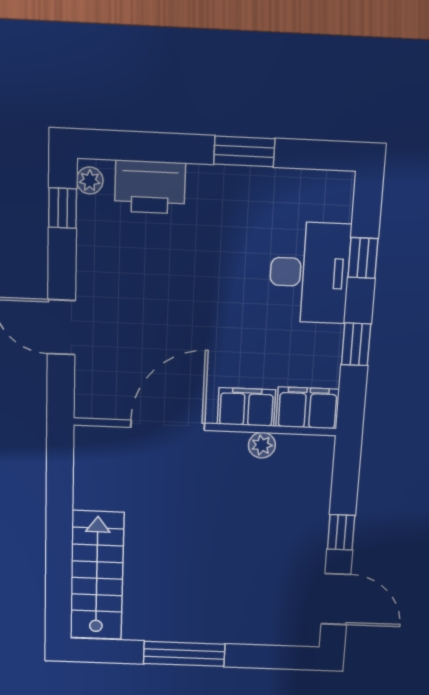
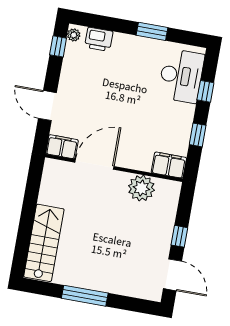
printer: (150, 187) -> (99, 39), width x0.73, depth x0.84
desk: (310, 273) -> (181, 76), moved
filing cabinet: (246, 407) -> (62, 147), moved
plant: (262, 445) -> (141, 188), width x1.88, depth x1.88

